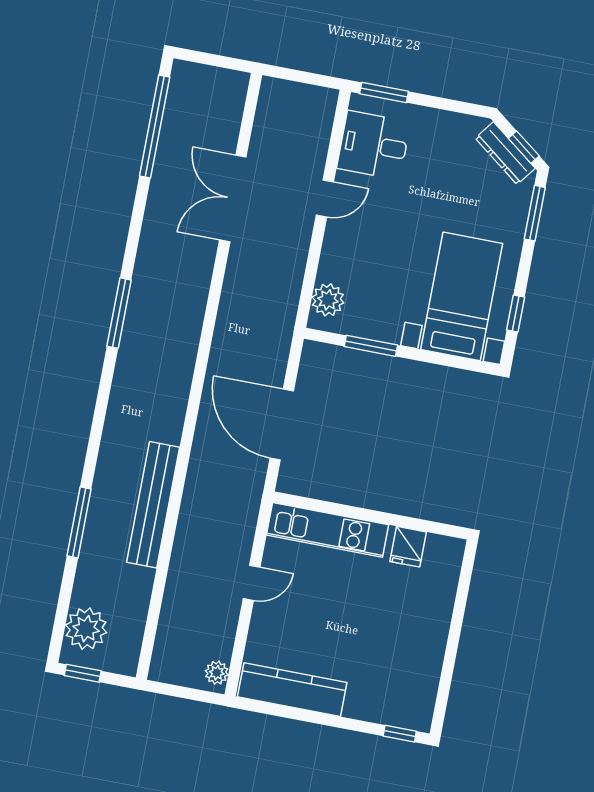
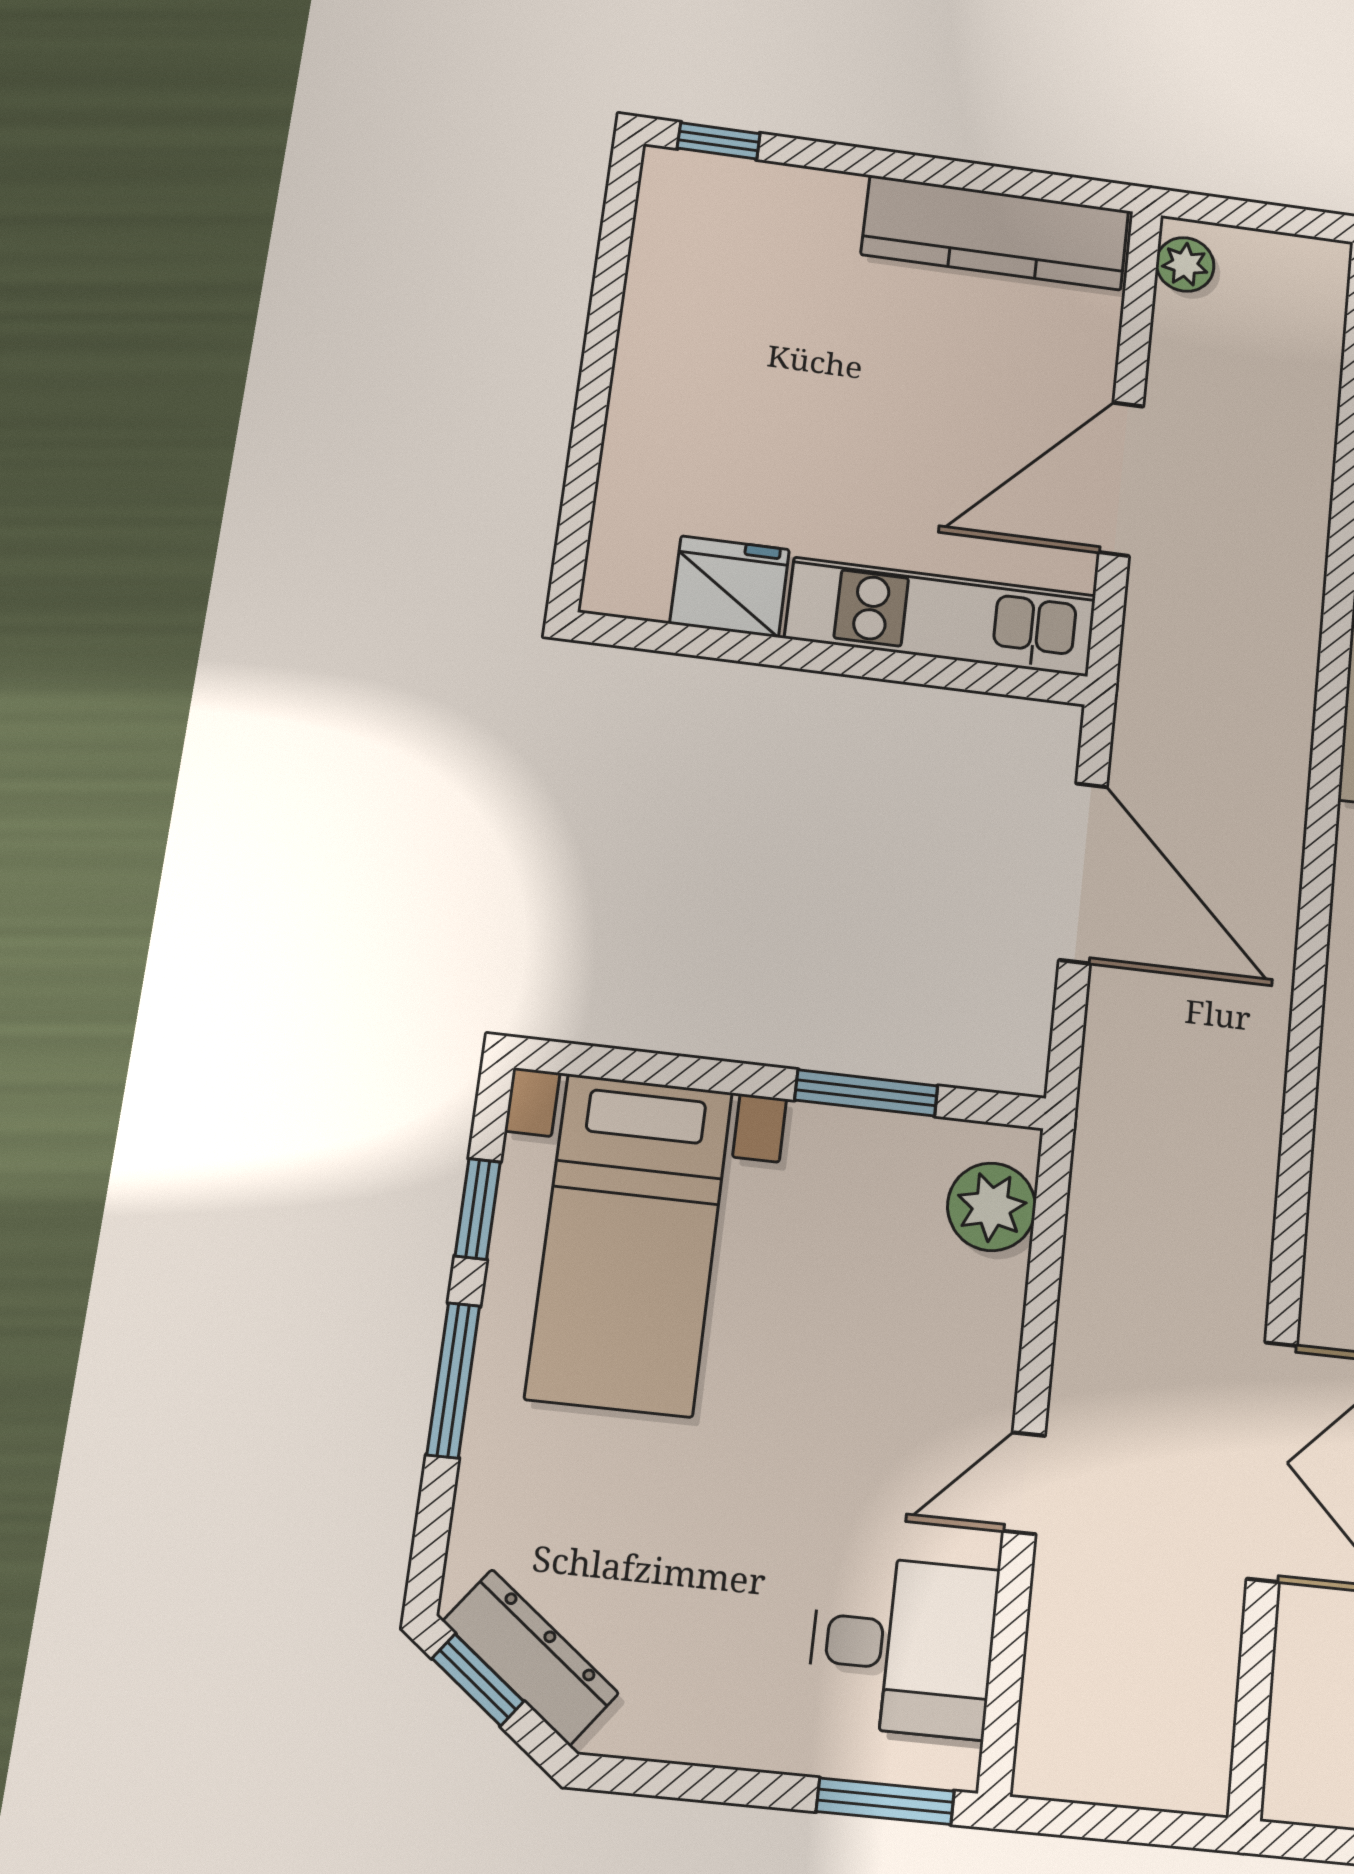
window: (535, 213) -> (453, 1380), moved
fridge: (408, 547) -> (730, 587), width x1.38
door: (252, 583) -> (1121, 479), width x1.88

